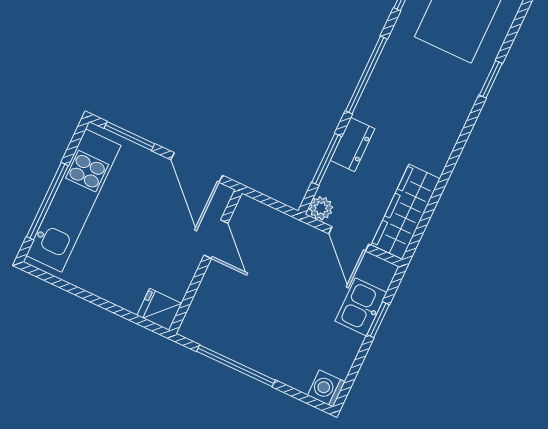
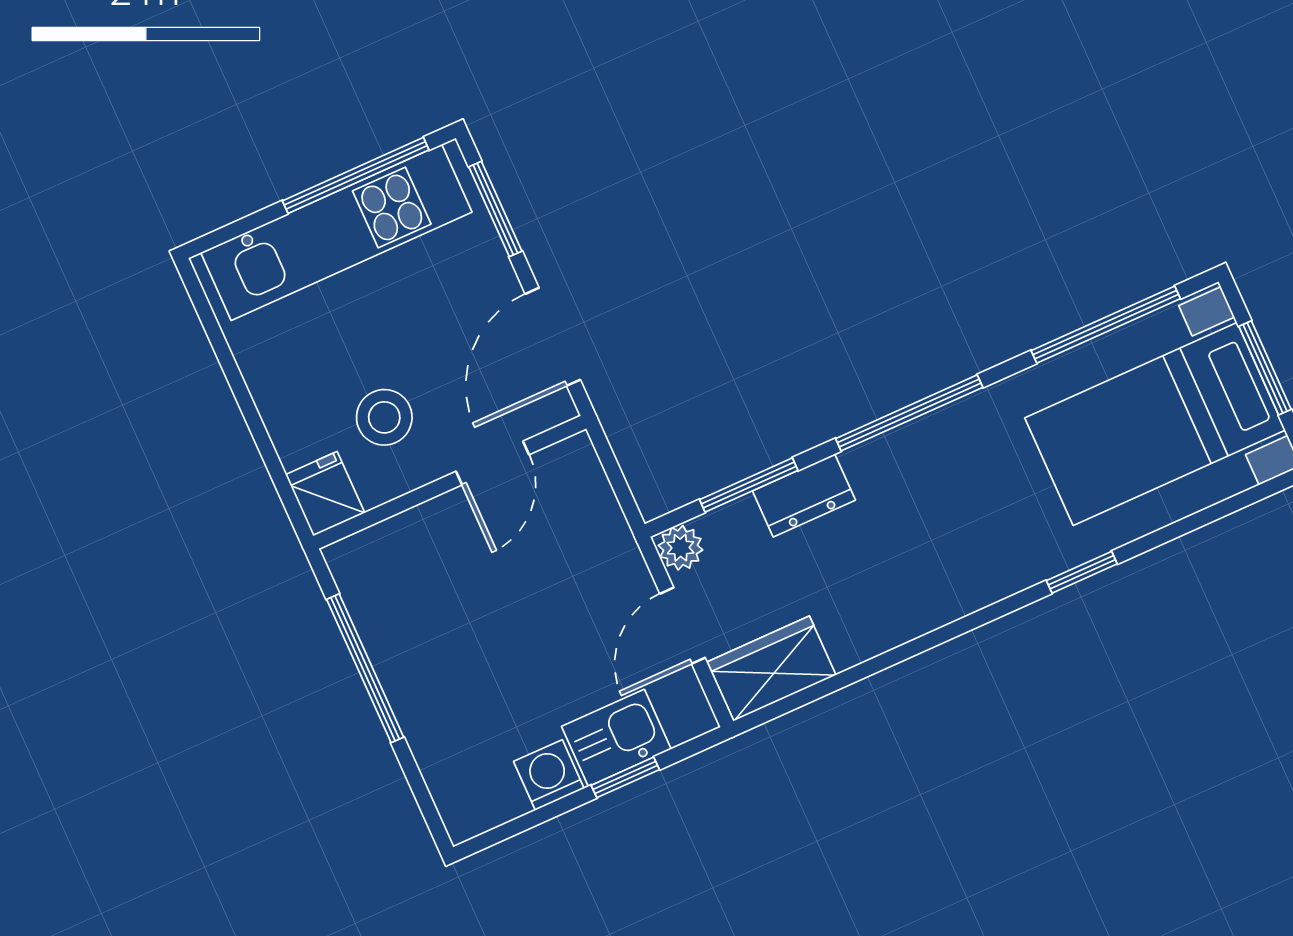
window: (47, 201) -> (356, 175), moved
wardrobe: (406, 212) -> (772, 668), width x0.67
stool: (157, 258) -> (384, 417), added
washing machine: (326, 388) -> (549, 775), moved

